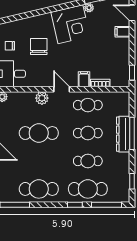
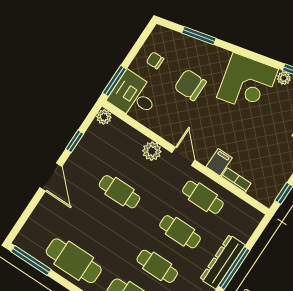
window: (25, 15) -> (199, 36), added
chair: (39, 46) -> (190, 85), turned -90
cafe table: (39, 133) -> (119, 192), width x0.73, depth x0.74

